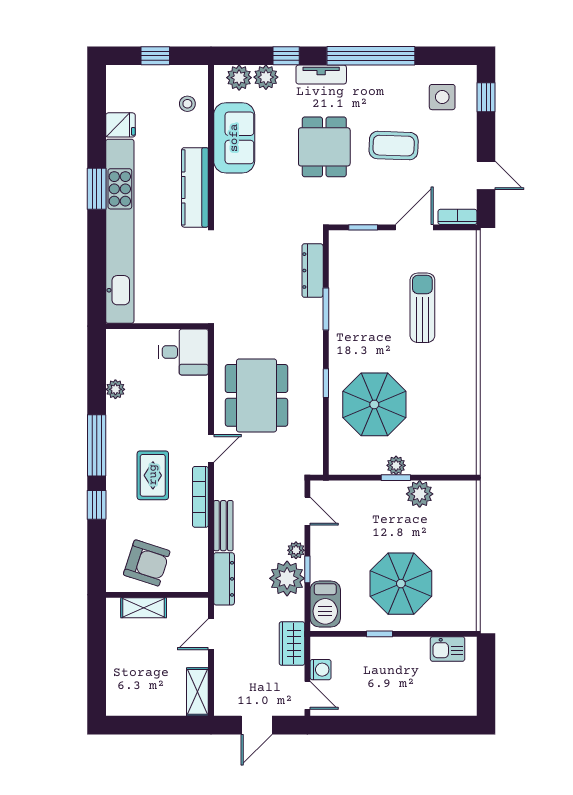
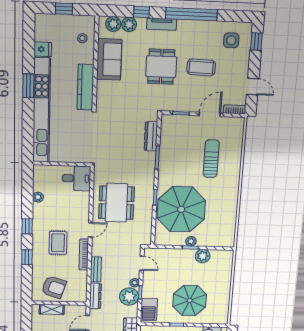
parasol: (374, 404) -> (181, 209), width x1.36, depth x1.36
window: (97, 445) -> (27, 226), width x0.46

